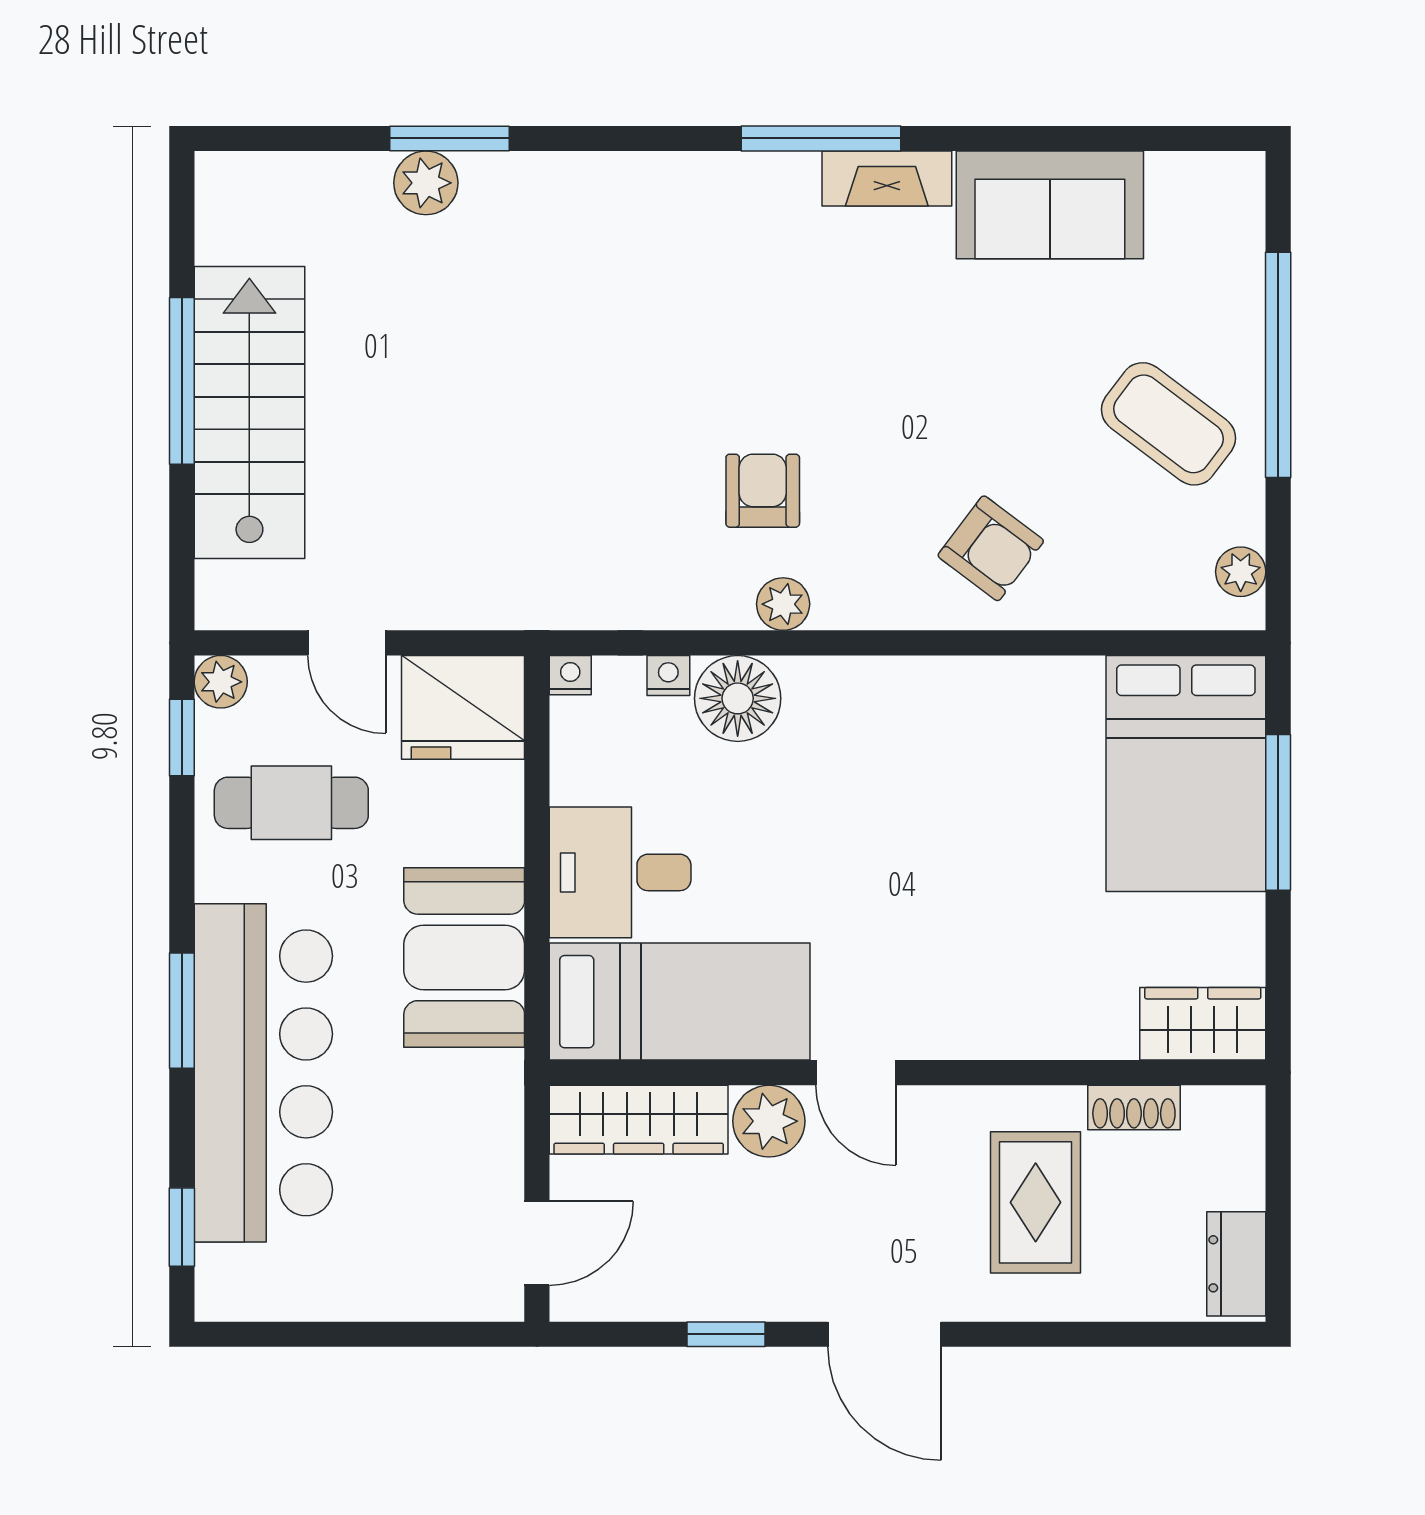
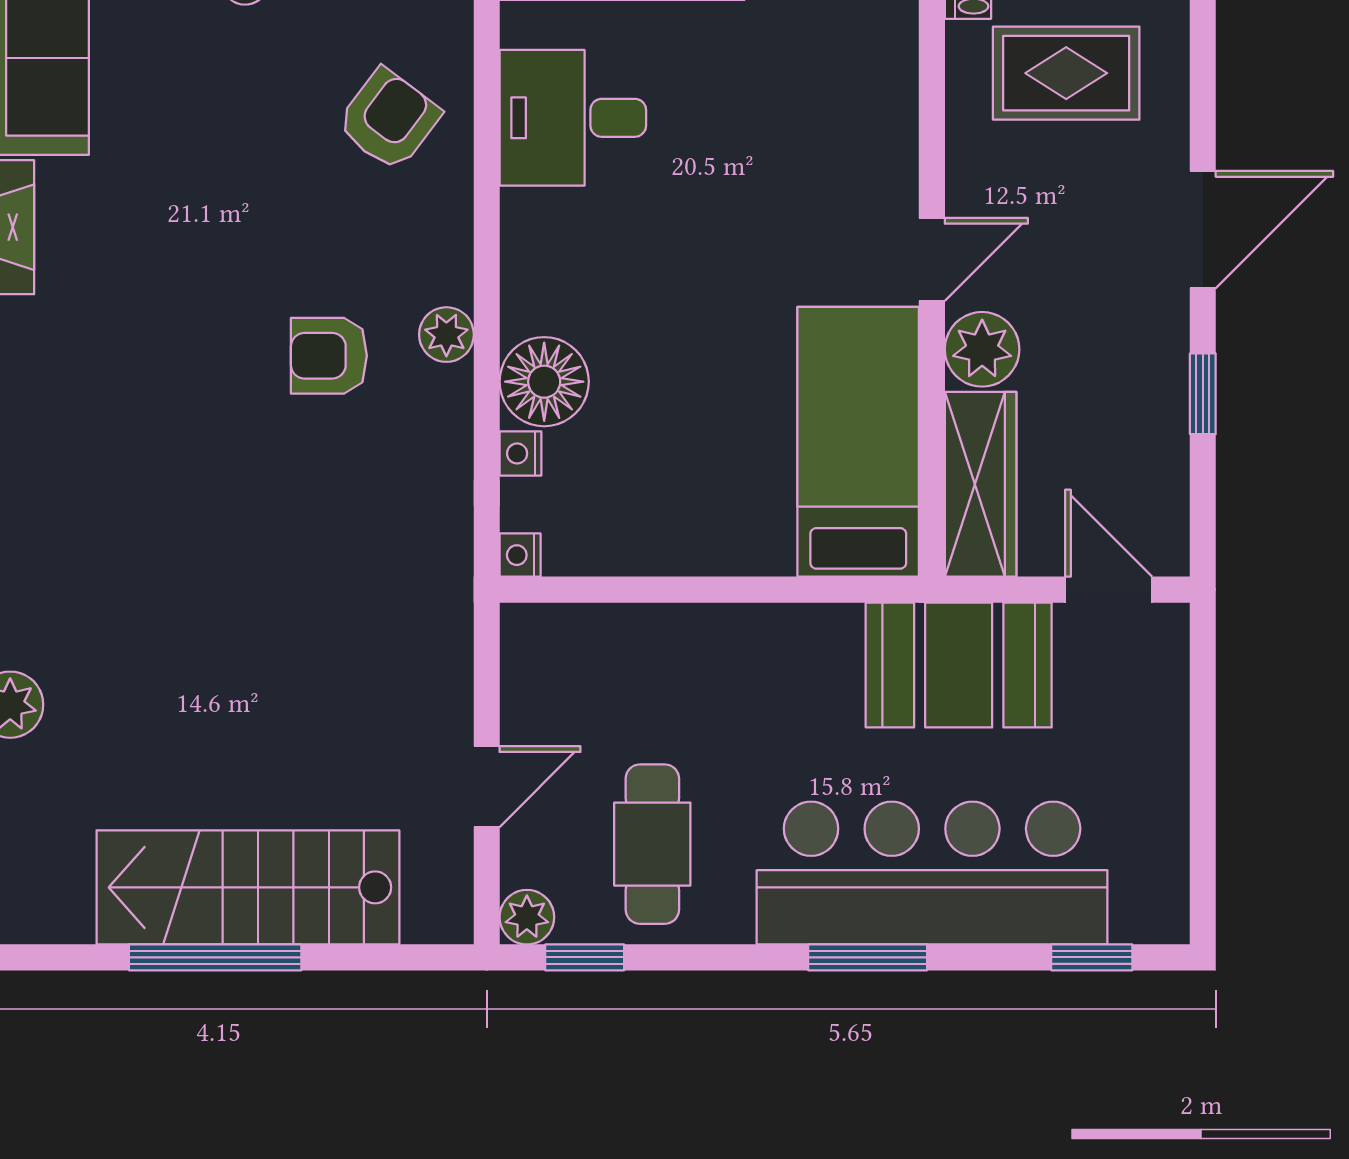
fridge: (463, 707) -> (553, 666), removed
desk: (620, 872) -> (573, 118), moved, turned 90
booth: (464, 957) -> (959, 665), moved

